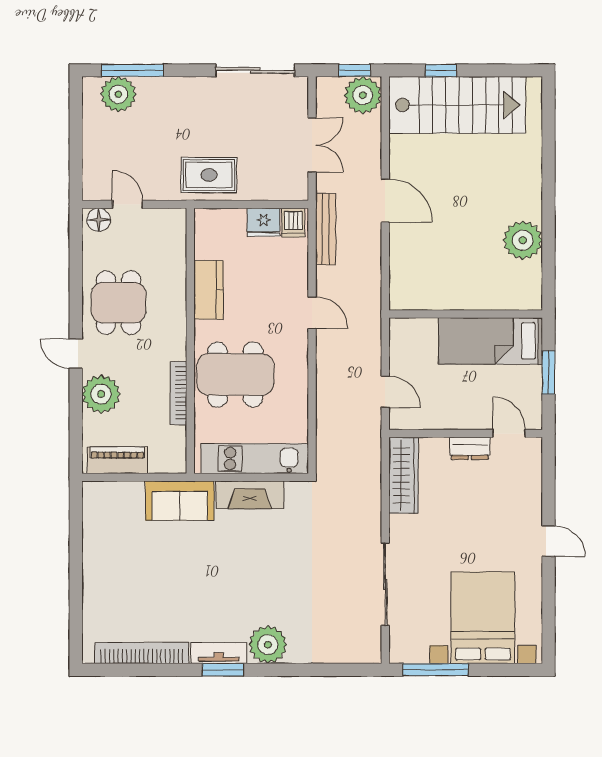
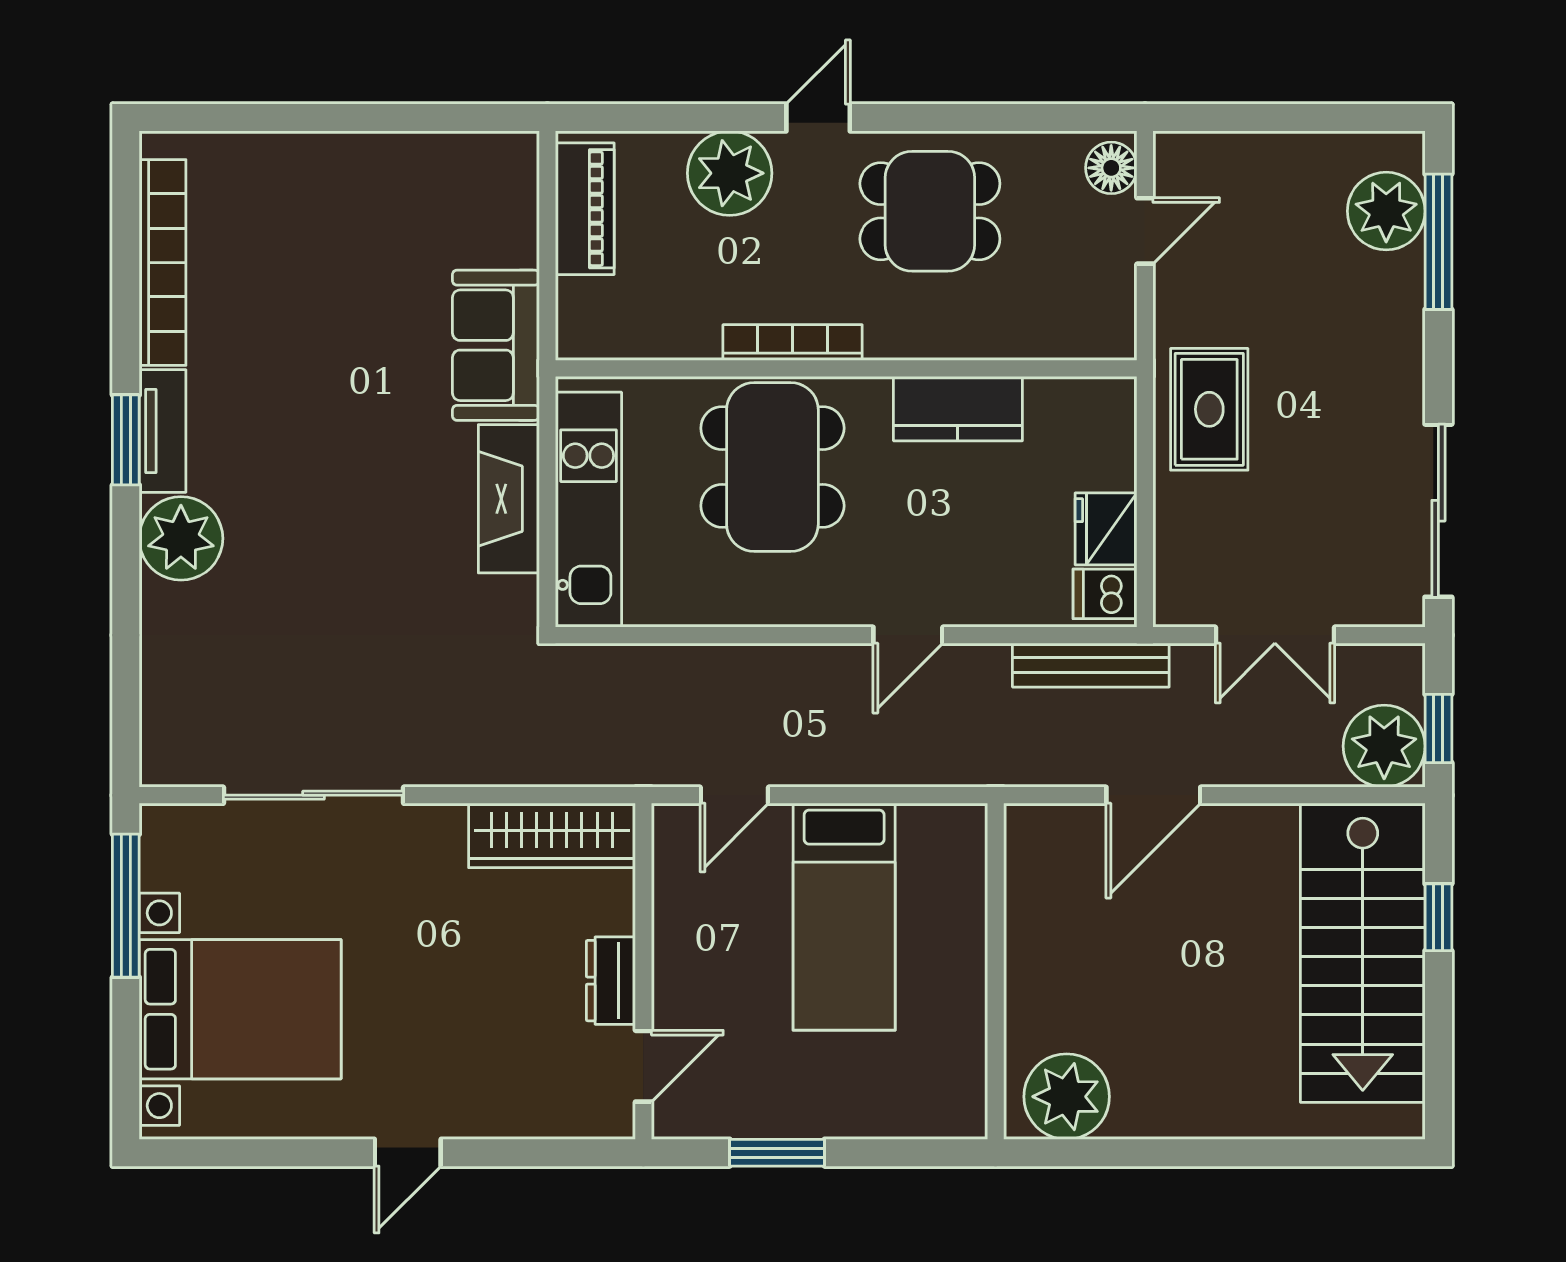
wall: (466, 314) -> (996, 971), moved
bed: (491, 341) -> (844, 917), moved, turned 180
bookcase: (178, 393) -> (793, 343), moved

